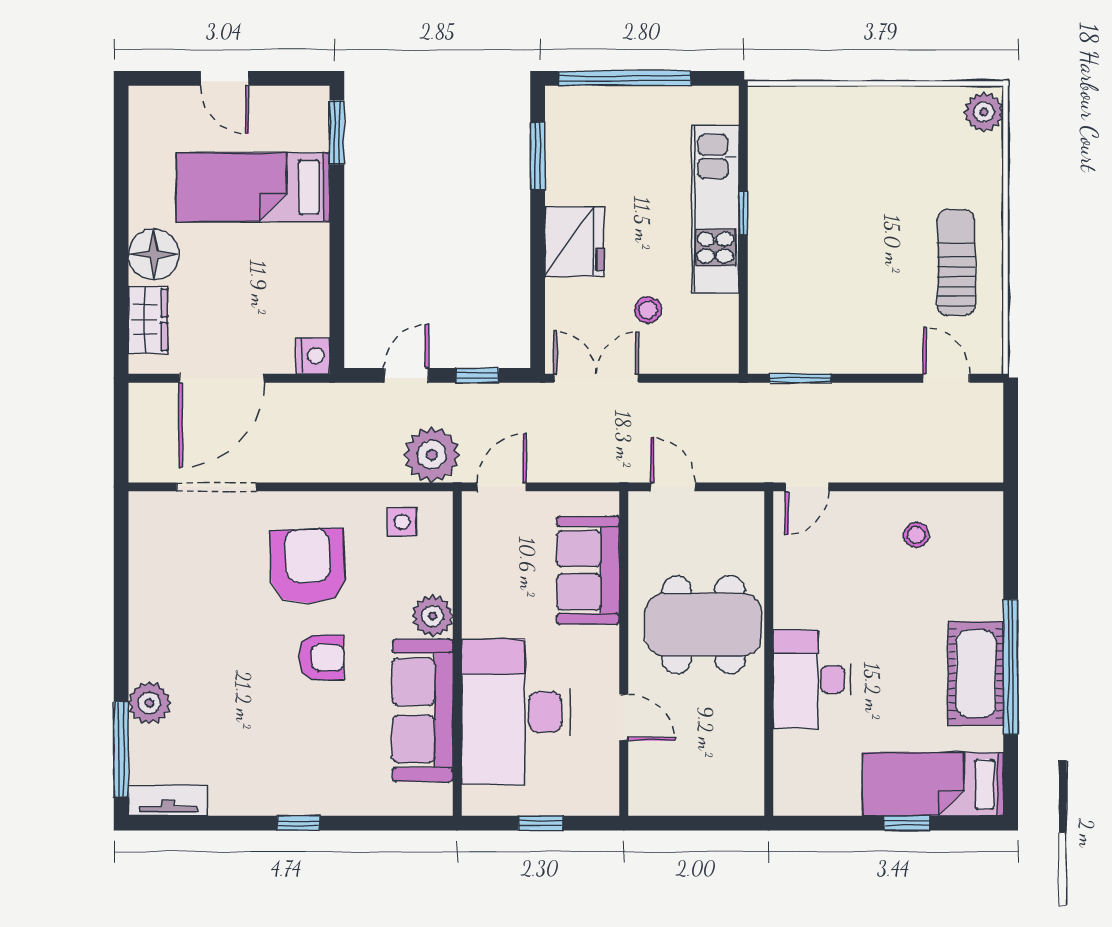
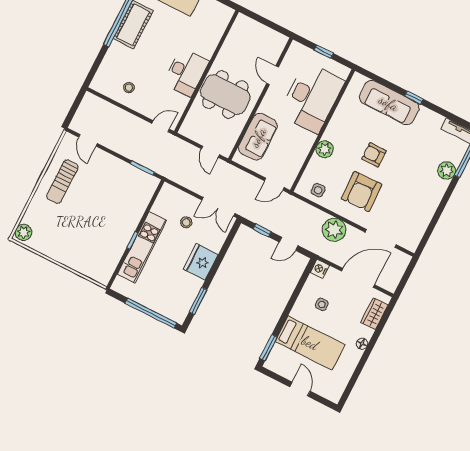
floor lamp: (154, 254) -> (362, 344), width x0.53, depth x0.53
side table: (270, 282) -> (322, 304), added
plant: (432, 455) -> (334, 230), moved
desk: (812, 679) -> (186, 72), moved
sofa: (423, 710) -> (389, 103), moved, turned 90

